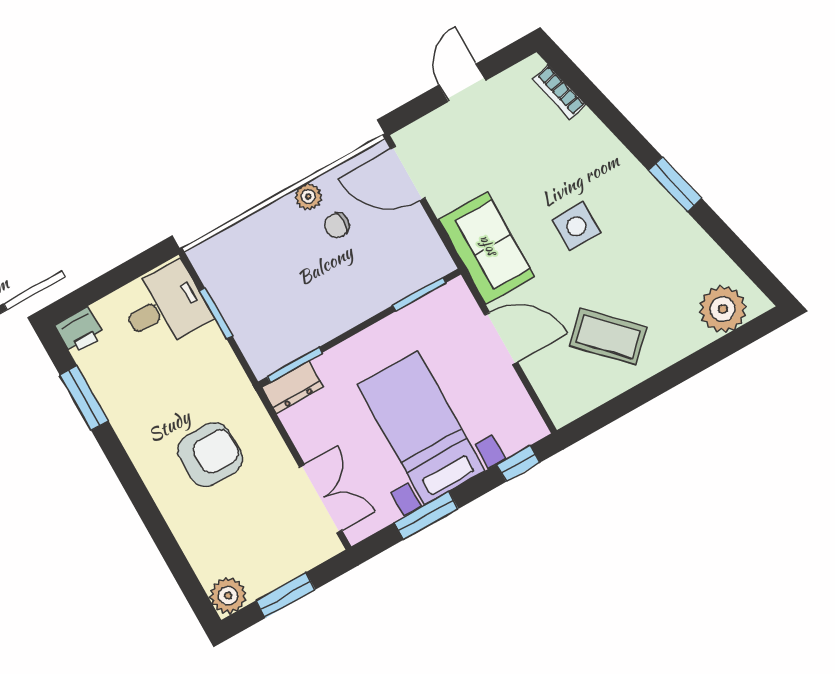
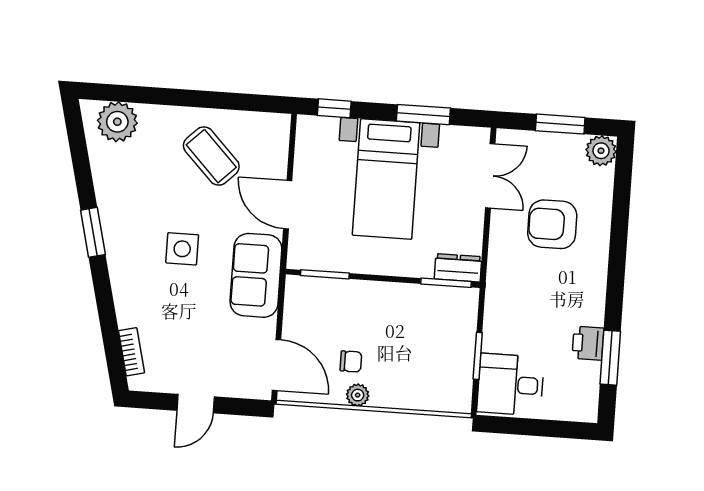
printer: (80, 331) -> (588, 343), moved, turned -90
armchair: (210, 455) -> (552, 224), moved
double door: (321, 499) -> (490, 176), swing flipped

